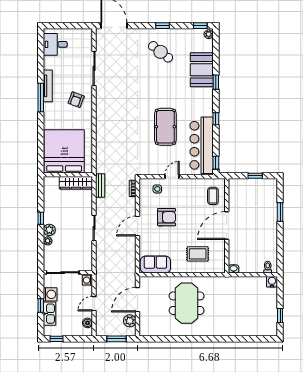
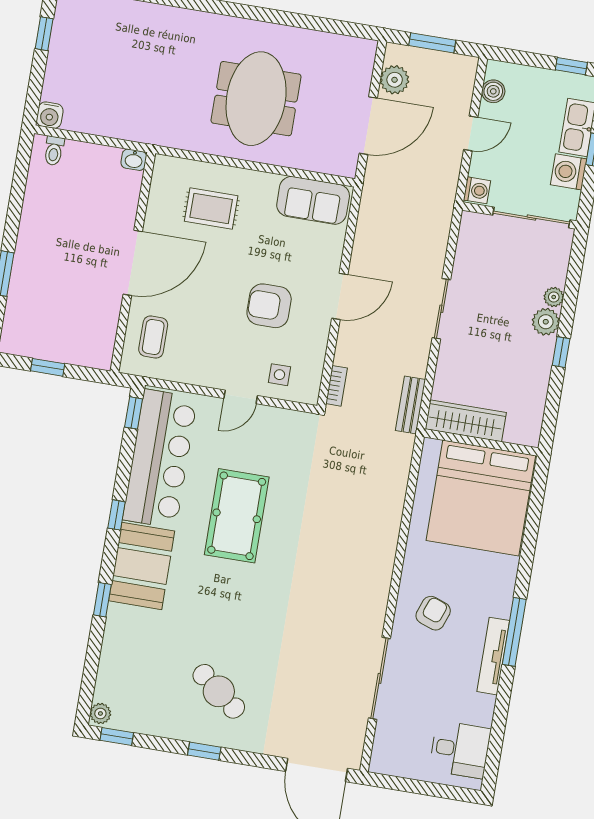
booth: (202, 70) -> (142, 566), moved

